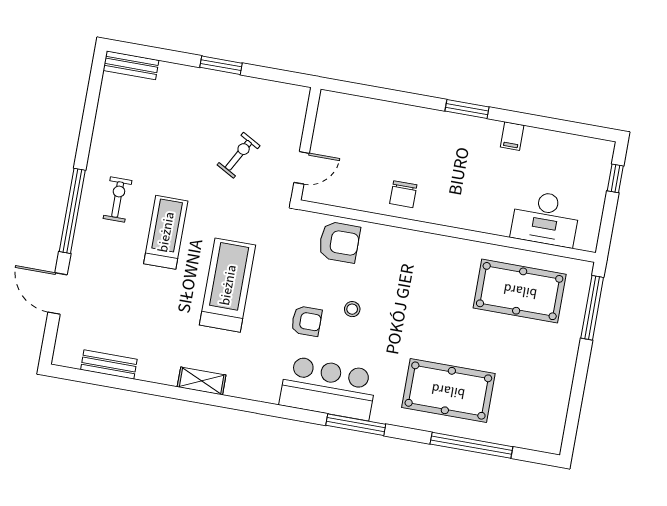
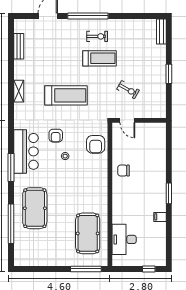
treadmill: (166, 232) -> (99, 58), moved

